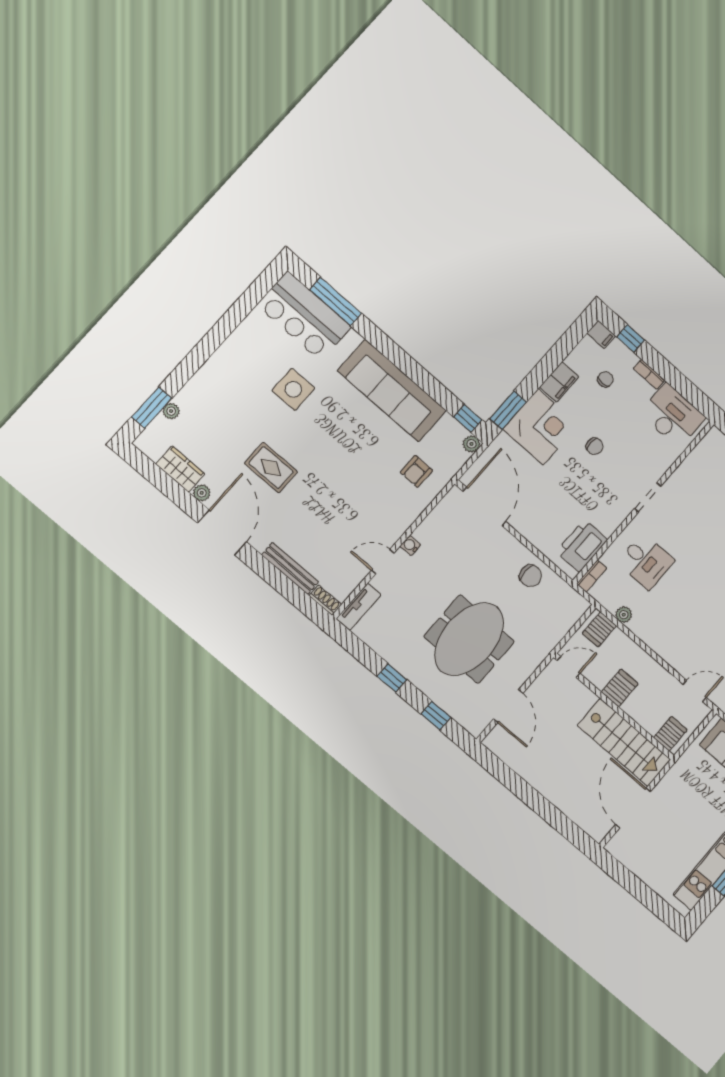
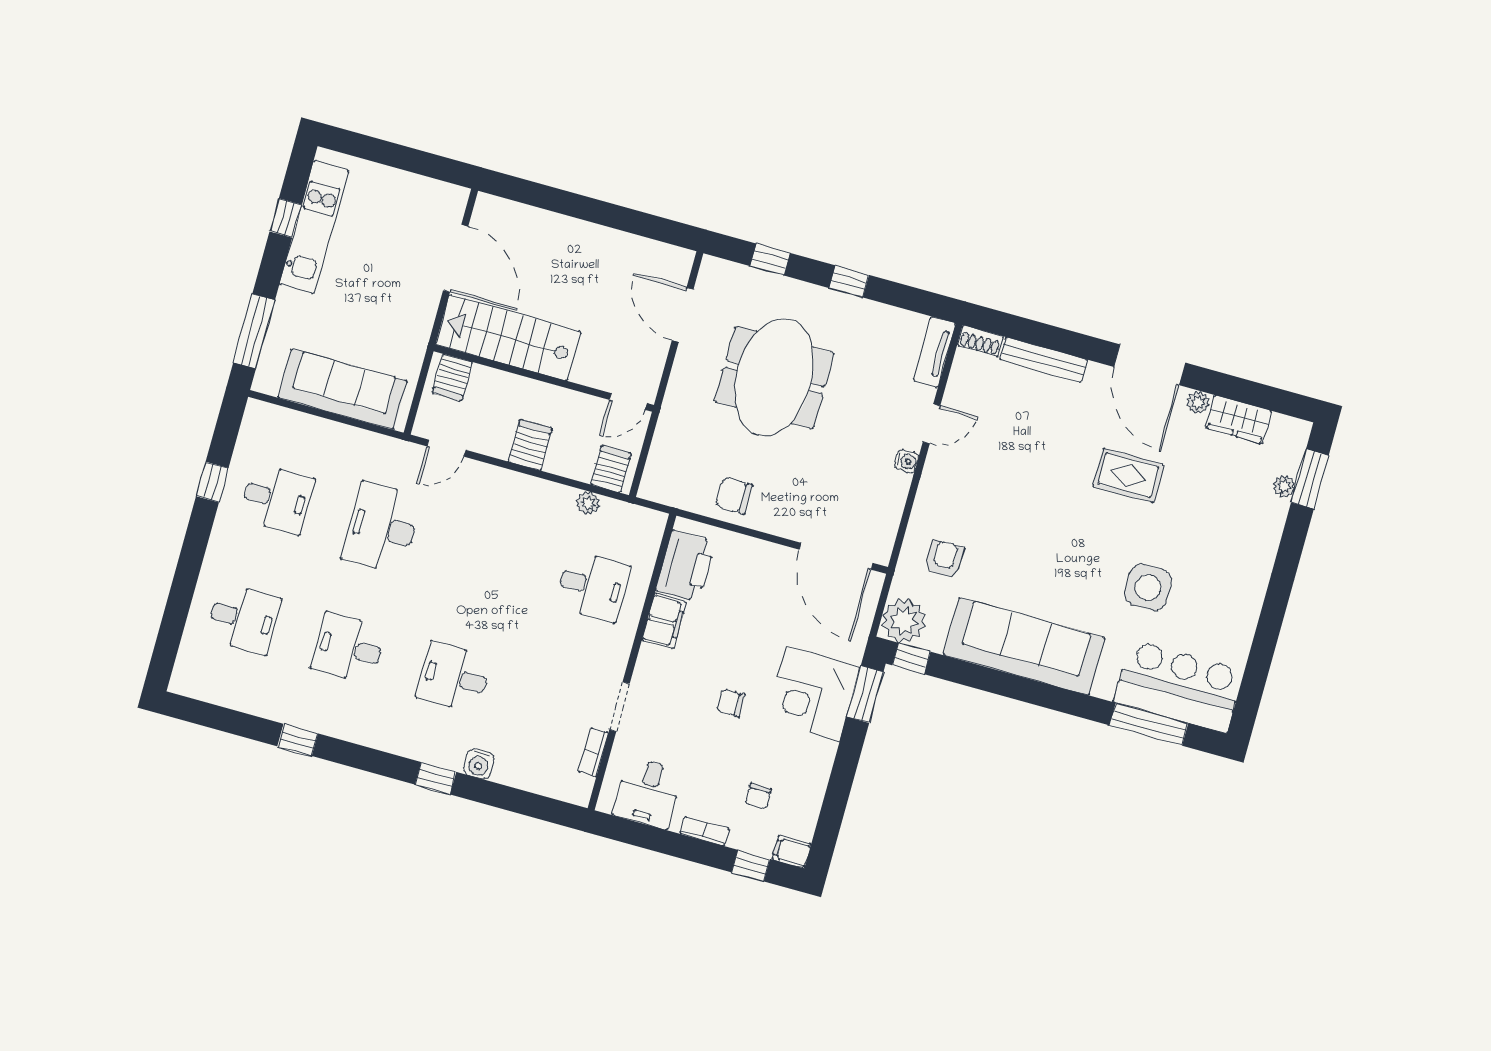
filing cabinet: (559, 382) -> (664, 621), moved, turned 180
desk: (673, 416) -> (648, 793), width x0.73
plant: (471, 444) -> (904, 621), width x1.87, depth x1.87
doorway: (648, 497) -> (619, 707), moved
desk: (646, 561) -> (592, 586), turned 180
bookcase: (592, 576) -> (594, 752), moved
server rack: (620, 688) -> (530, 445), moved, turned 180

